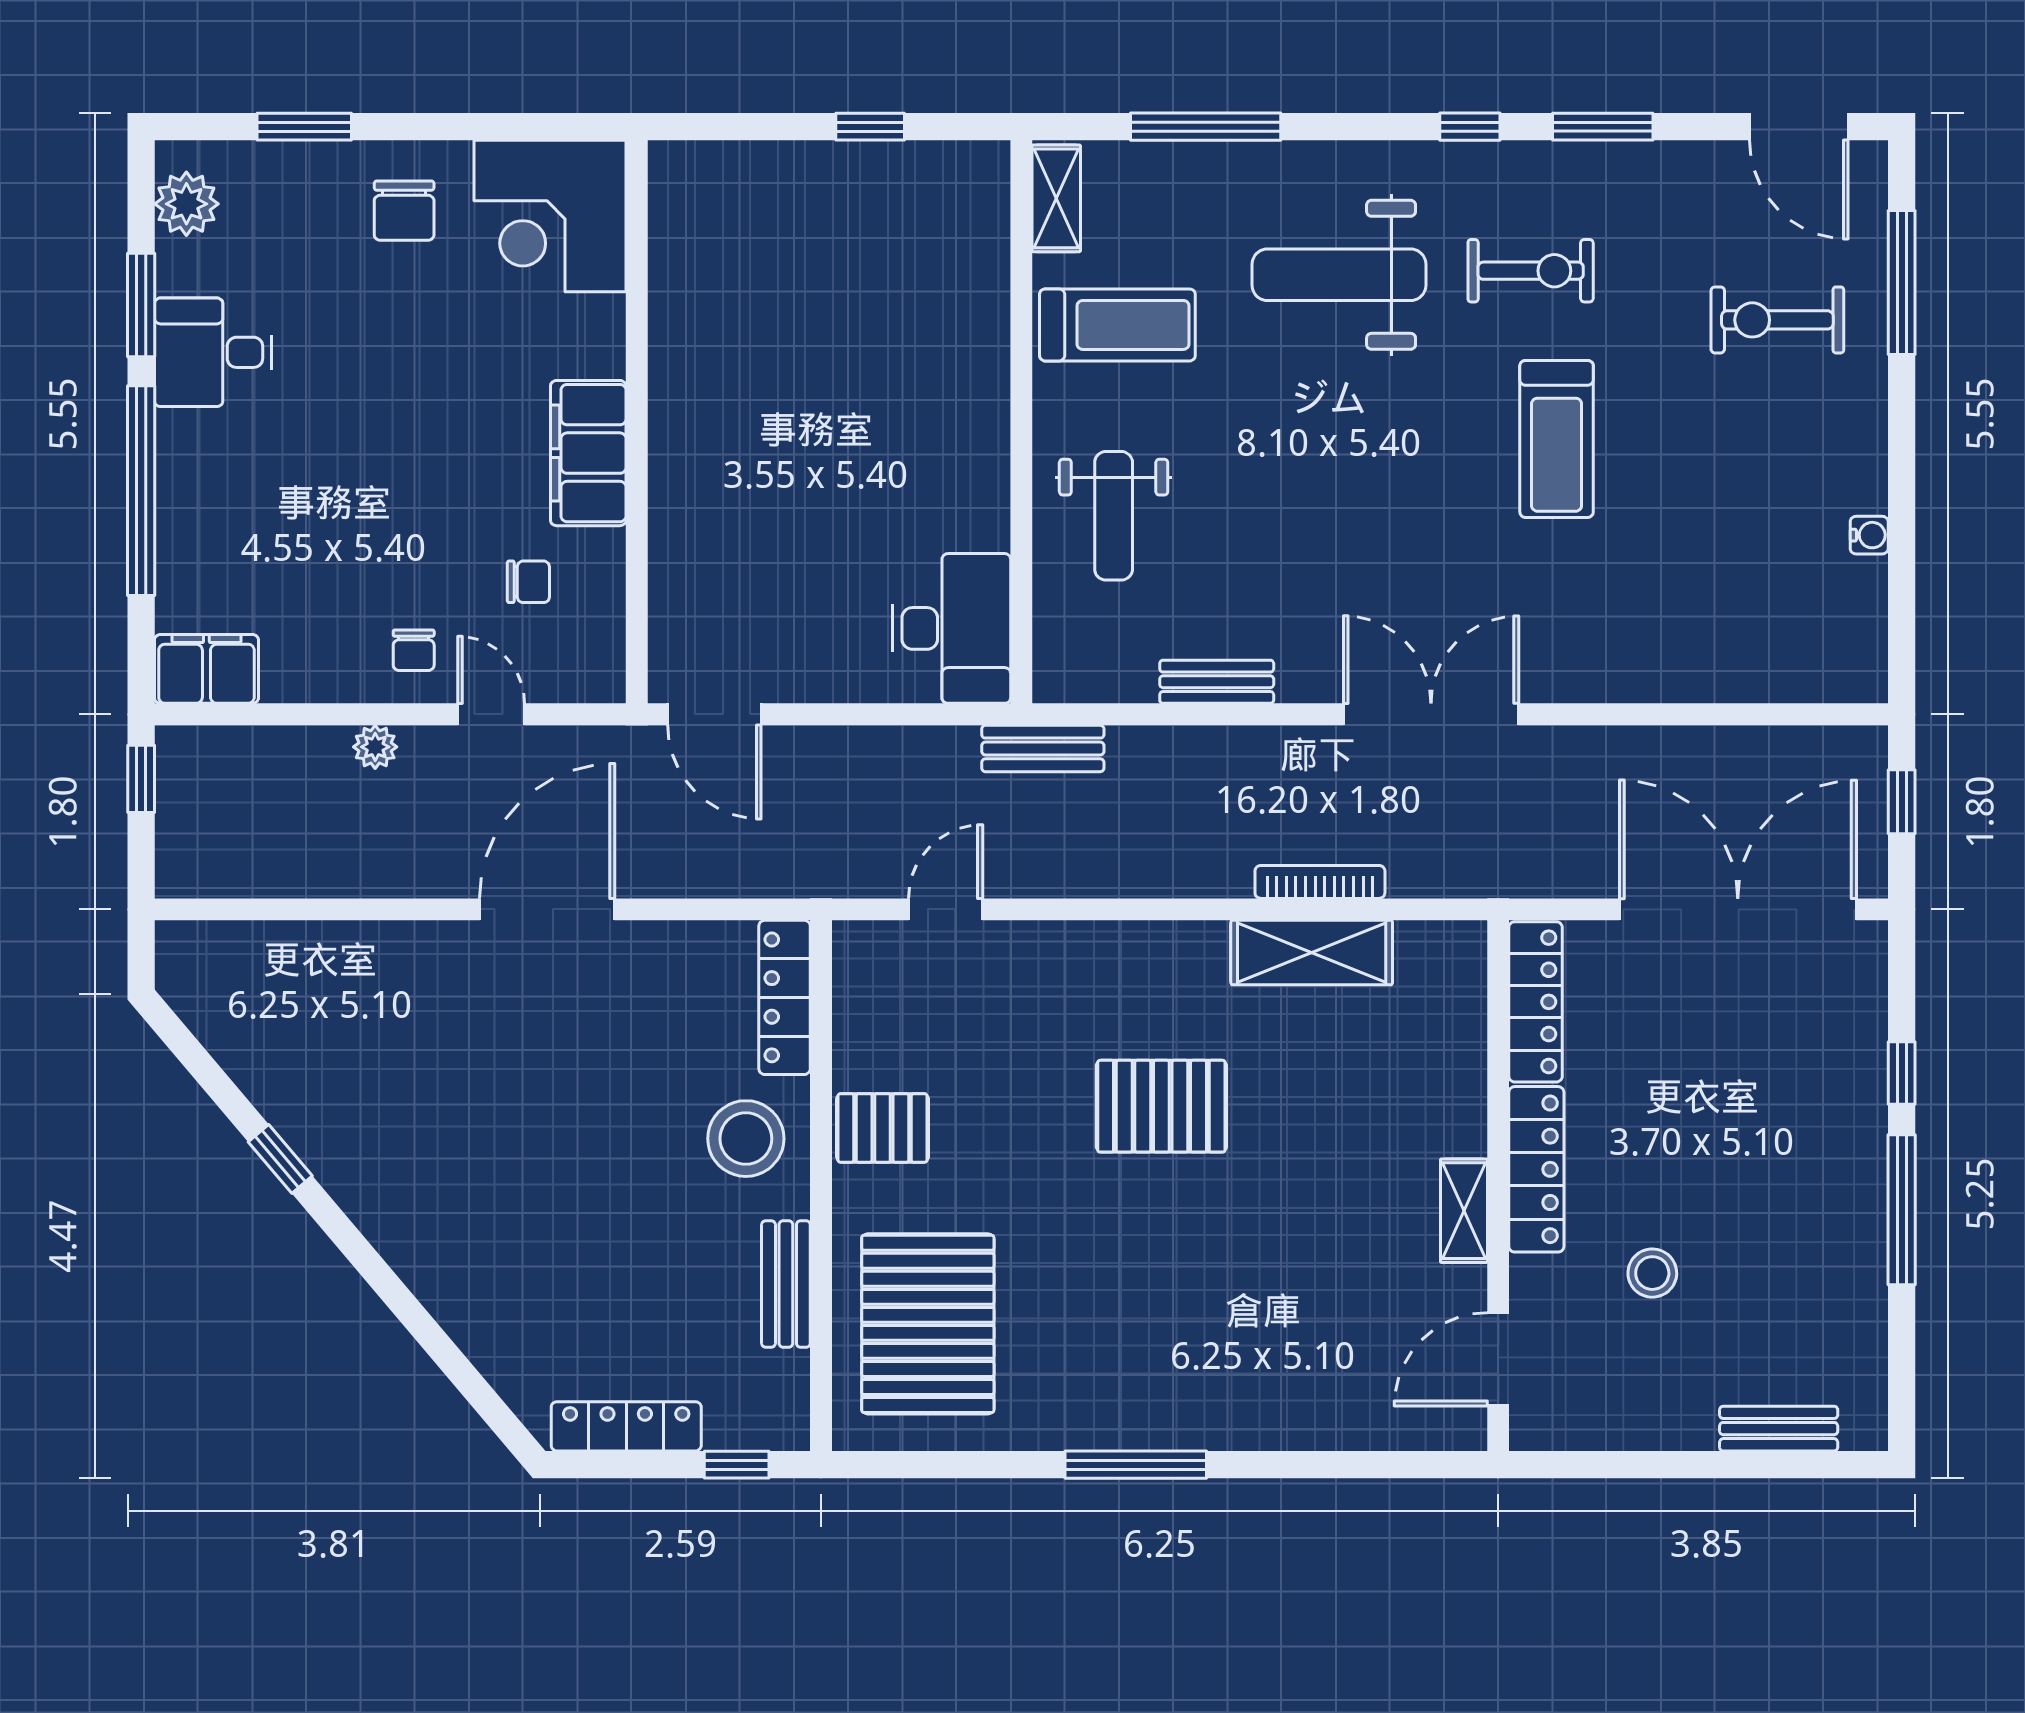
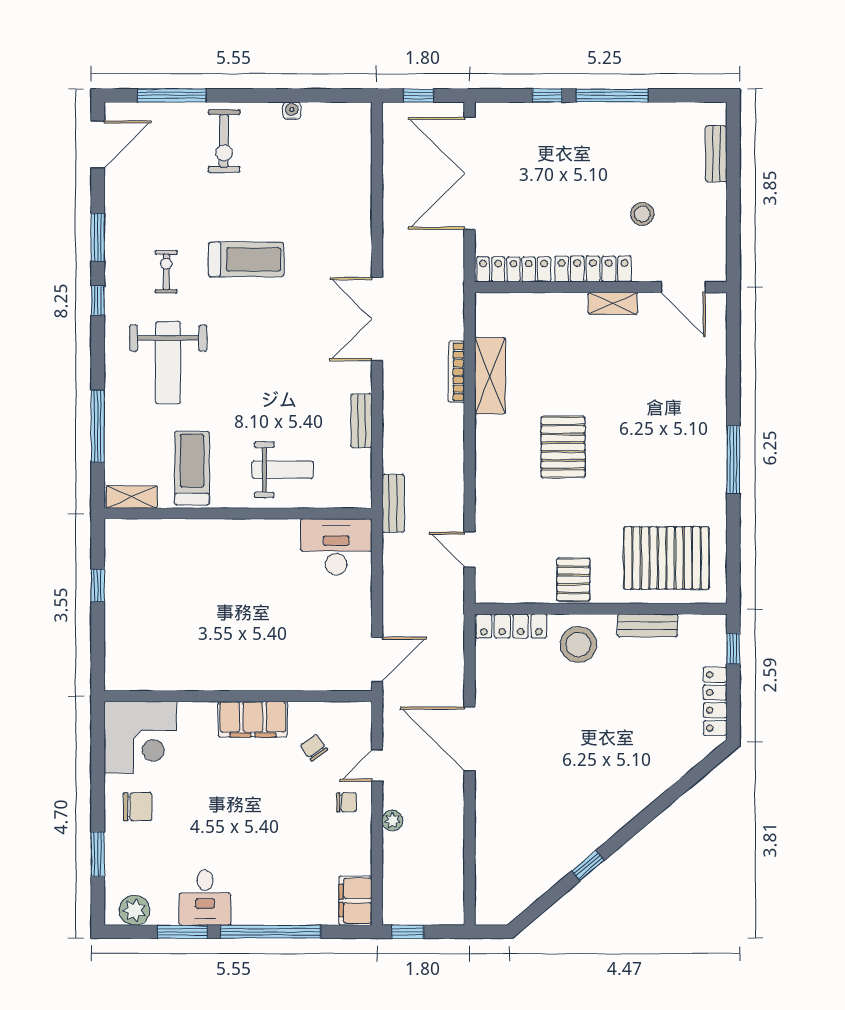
exercise bike: (1531, 271) -> (166, 272), width x0.73, depth x0.72
exercise bike: (1777, 320) -> (224, 141), moved
chair: (528, 582) -> (314, 748), turned -36

